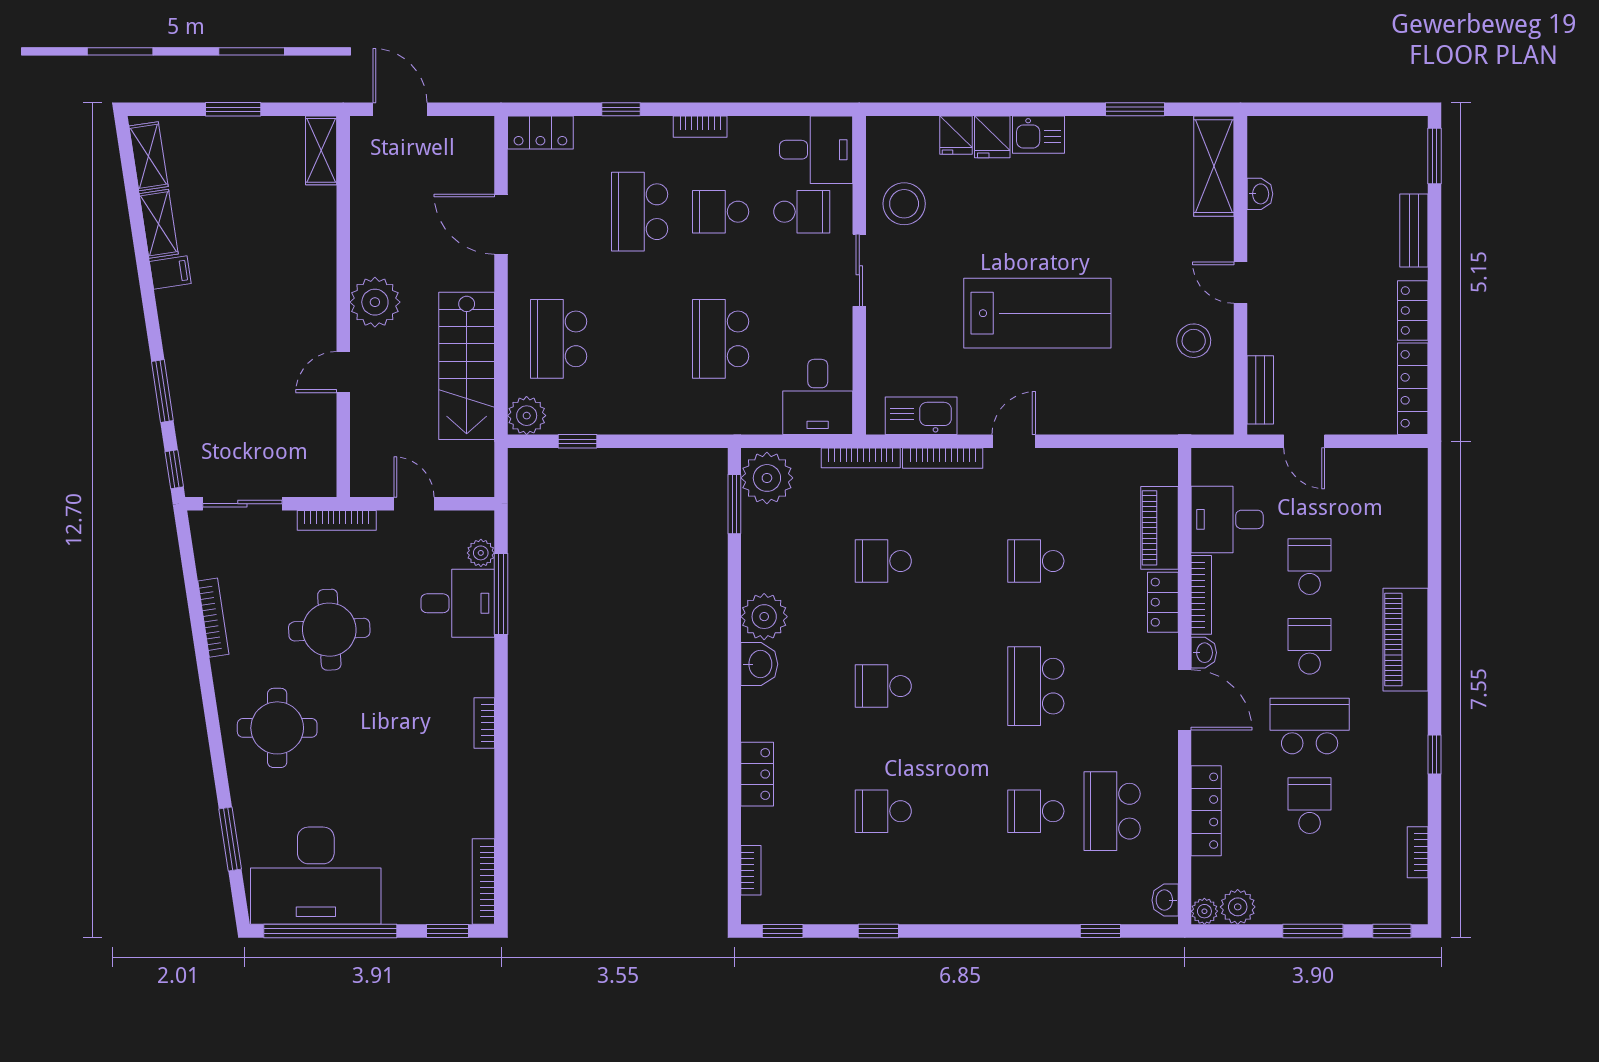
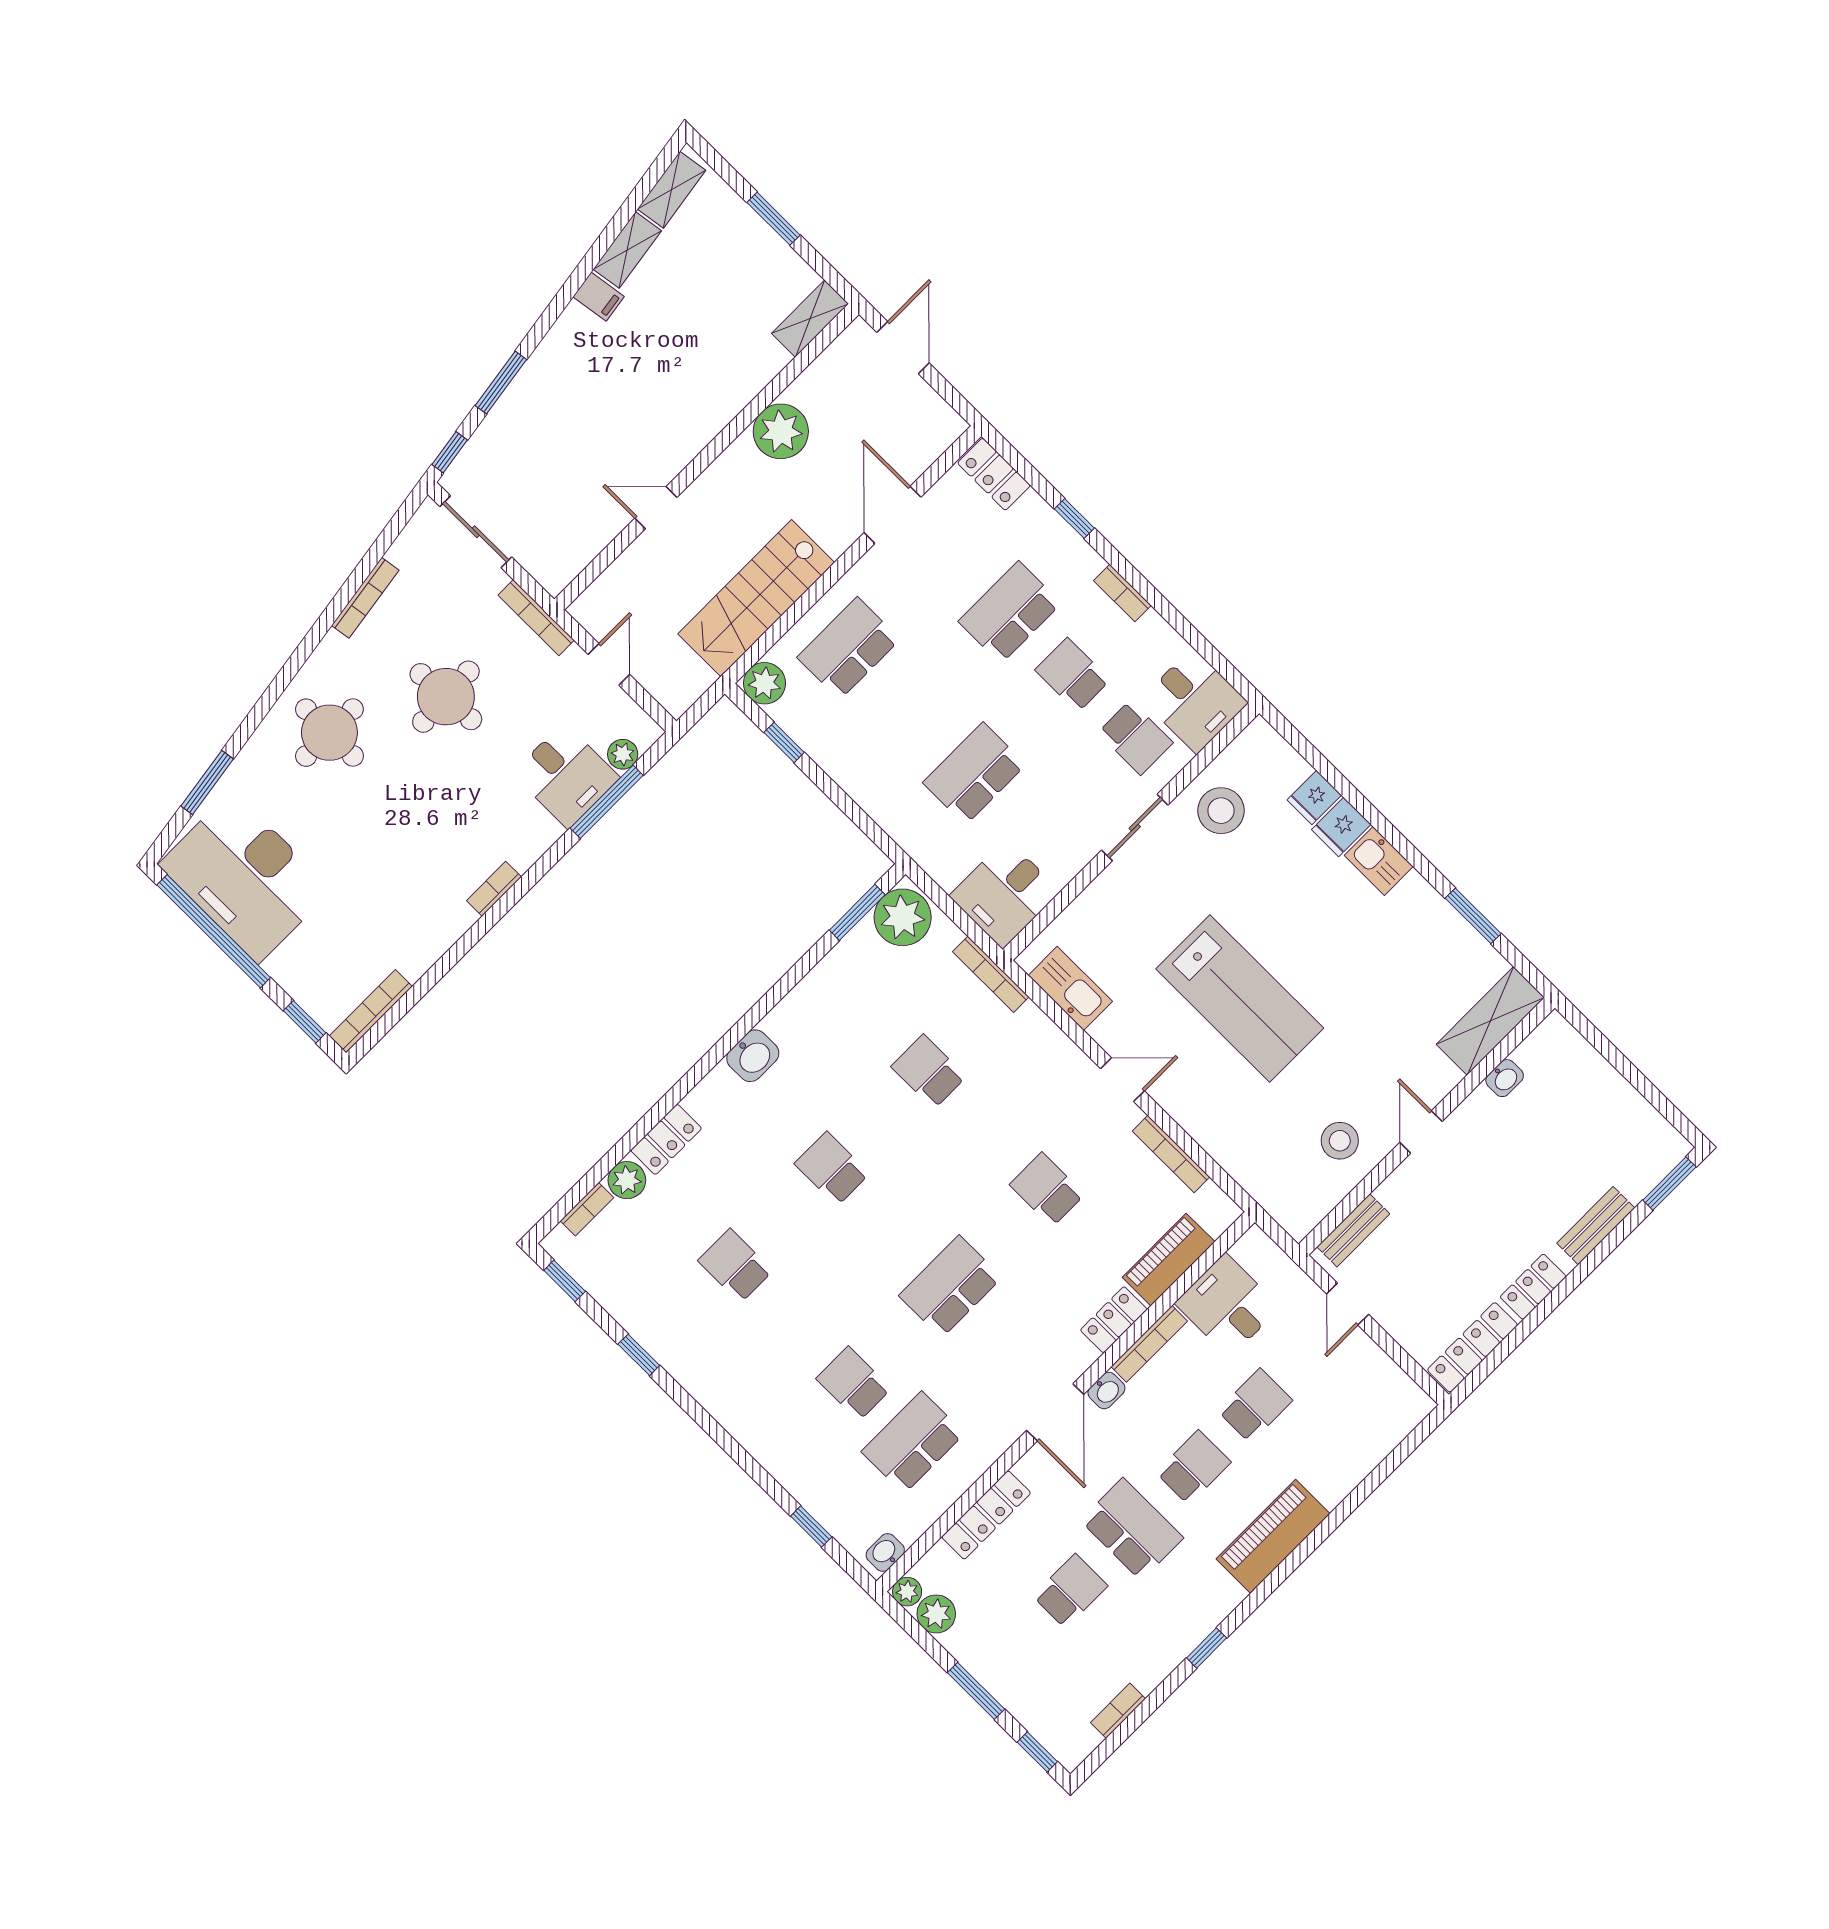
plant: (375, 302) -> (781, 431), moved
bookcase: (943, 458) -> (1171, 1154), moved
plant: (764, 617) -> (627, 1180), moved, width x0.73, depth x0.73

